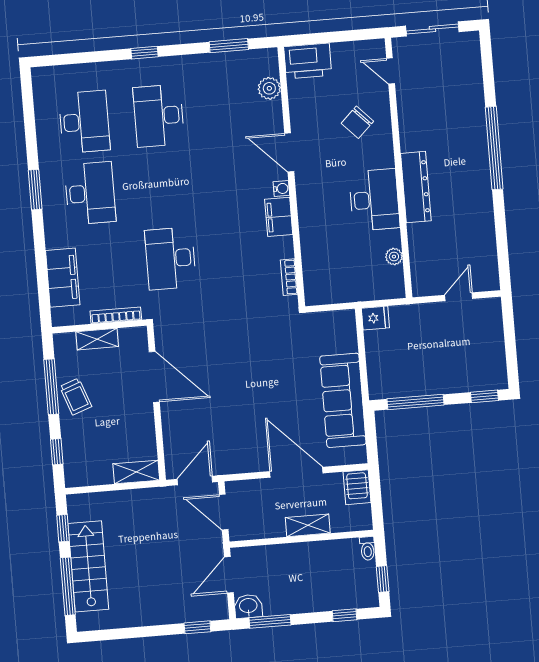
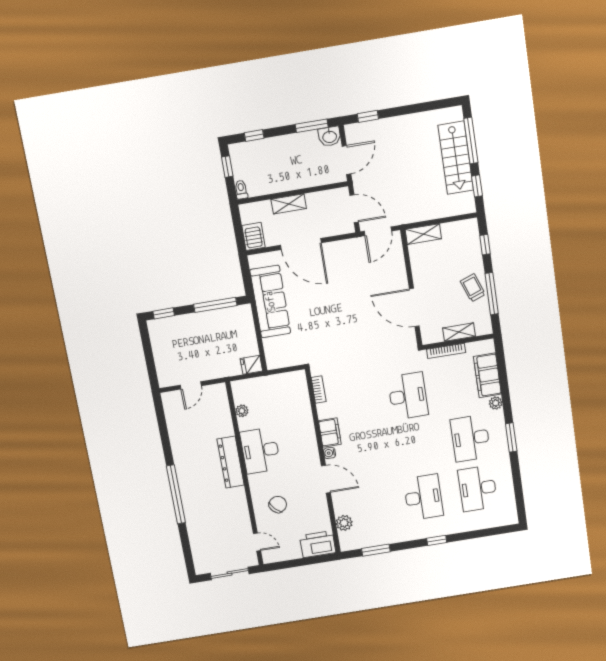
plant: (54, 239) -> (496, 403), added

